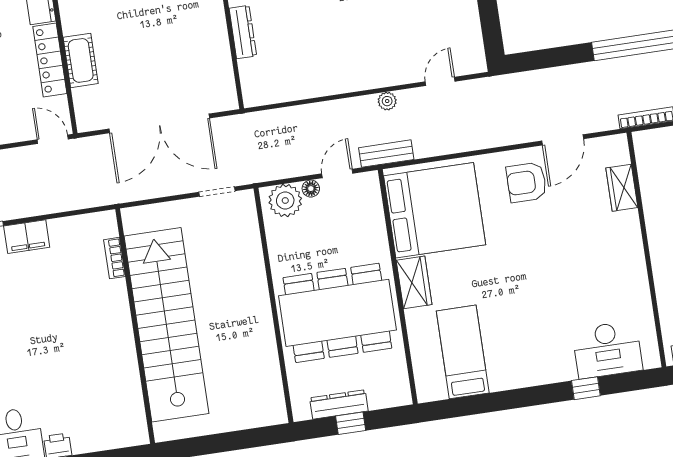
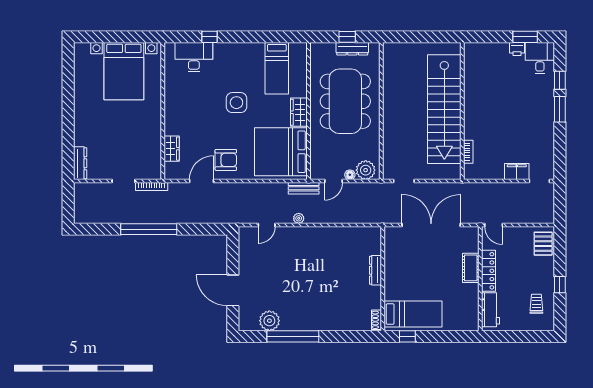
side table: (523, 283) -> (236, 103), added
dining table: (337, 313) -> (345, 101), turned 90

